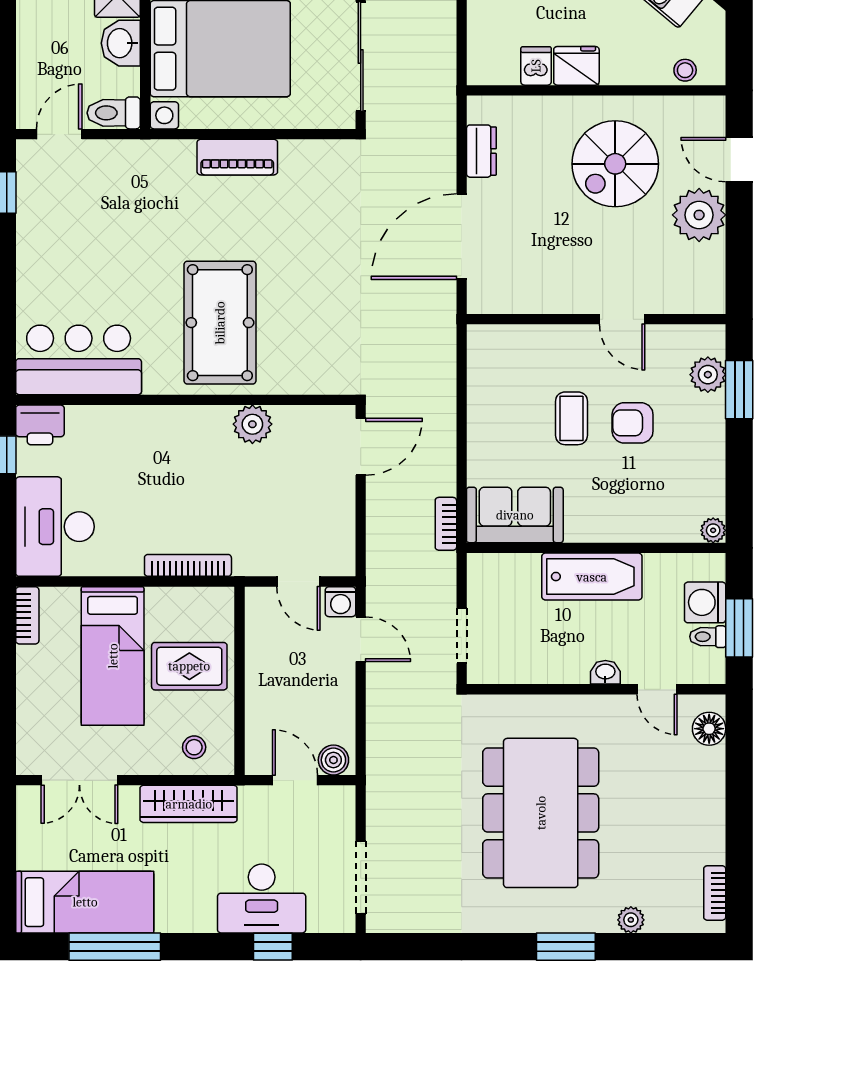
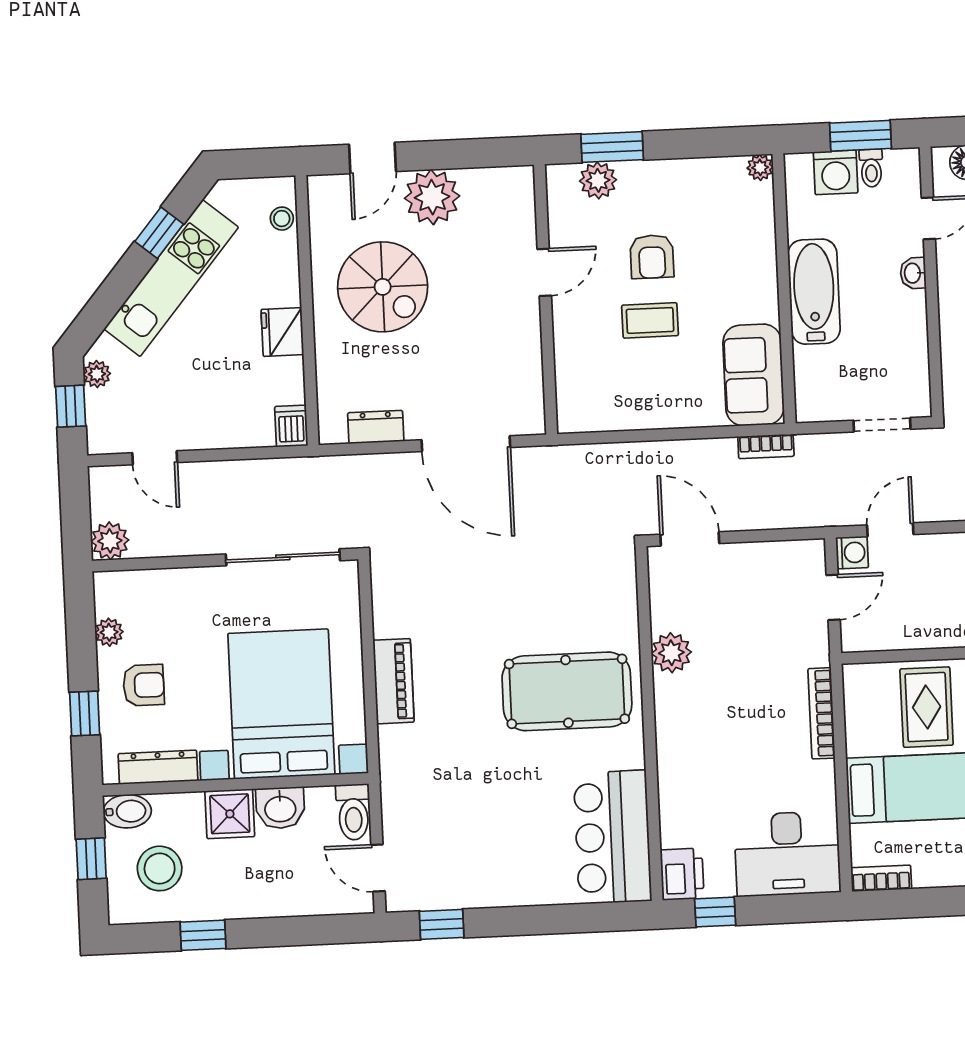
dishwasher: (536, 66) -> (291, 426), moved, turned 90

